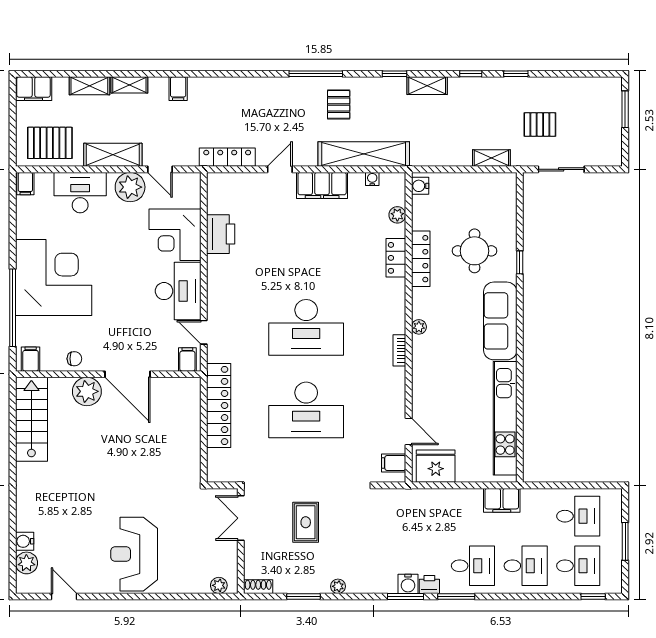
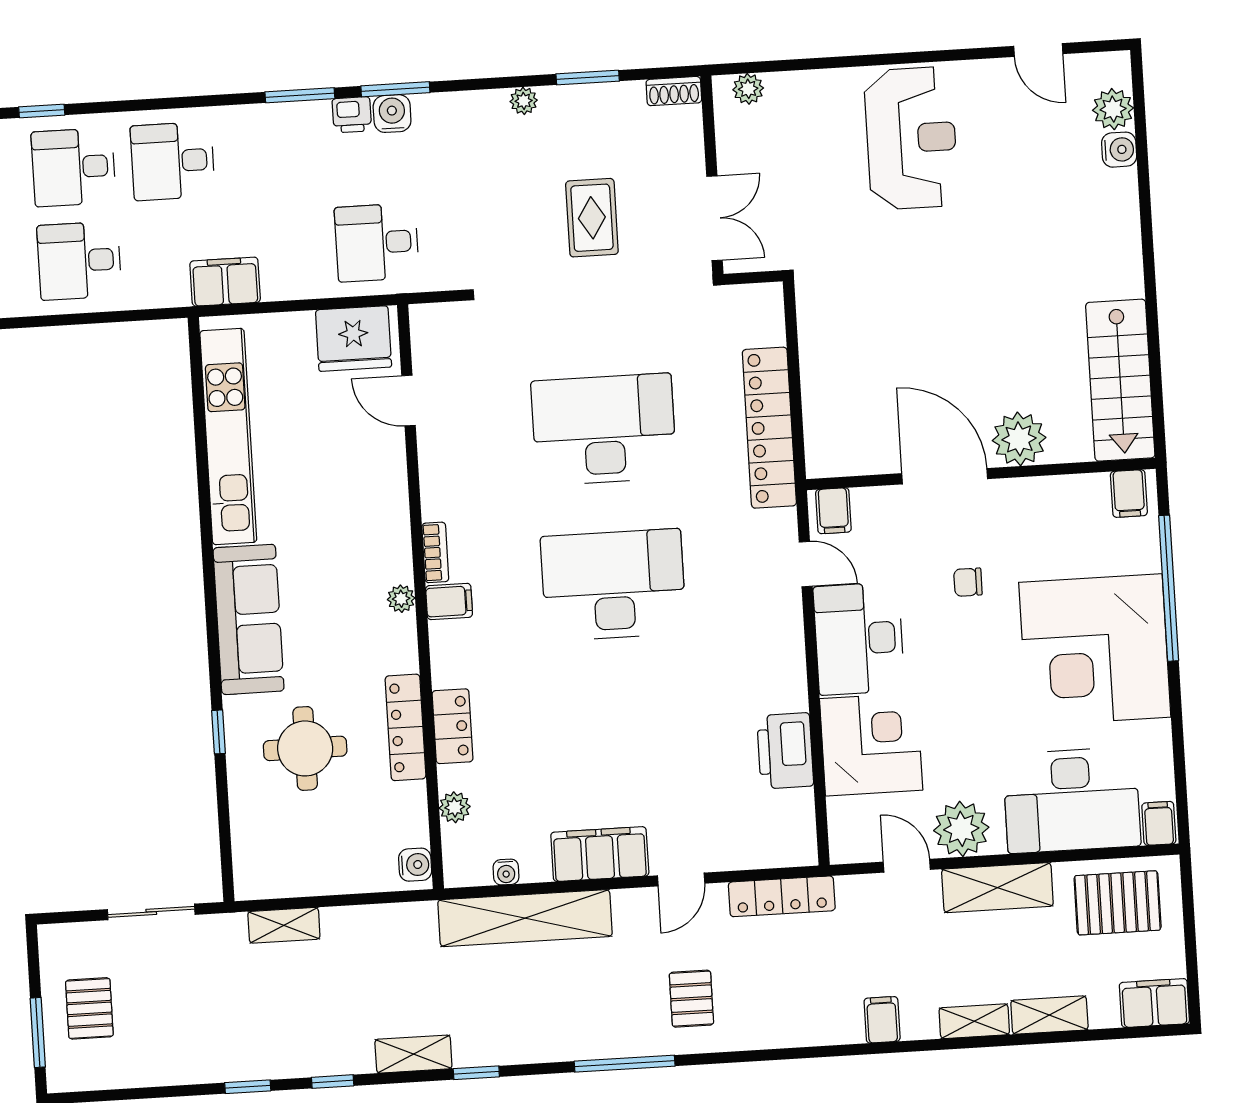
pallet: (339, 104) -> (691, 999), moved
pallet: (540, 125) -> (89, 1008), moved, turned 90
desk: (80, 193) -> (1072, 800), width x1.36, depth x1.30
chair: (74, 359) -> (968, 582), moved
filing cabinet: (394, 463) -> (449, 601), moved
desk: (473, 566) -> (377, 243), moved

